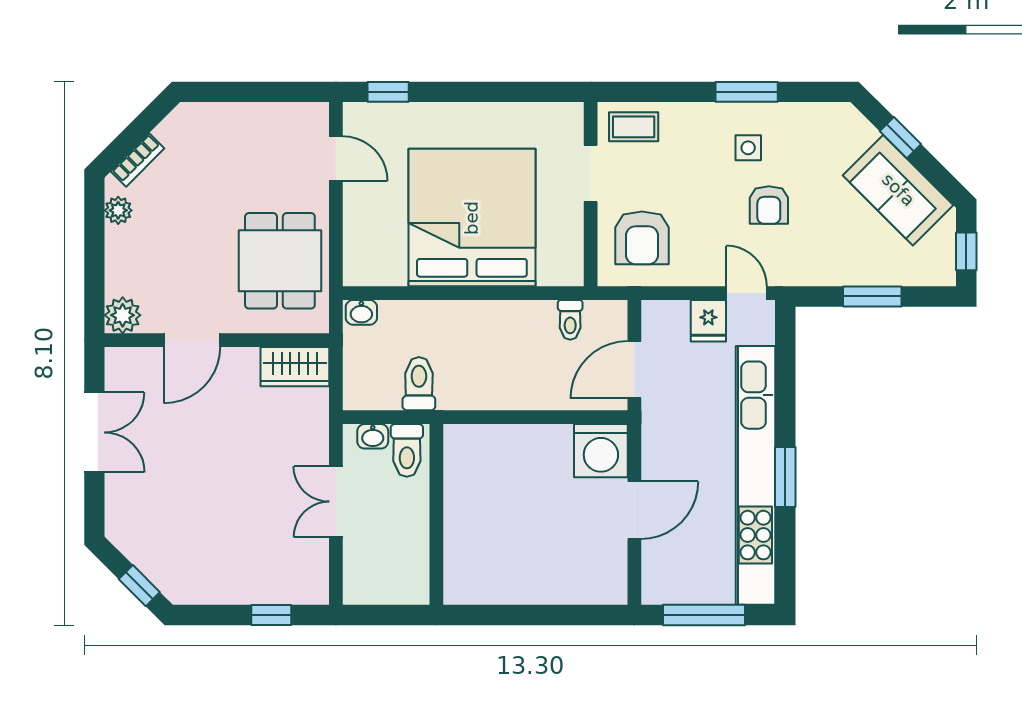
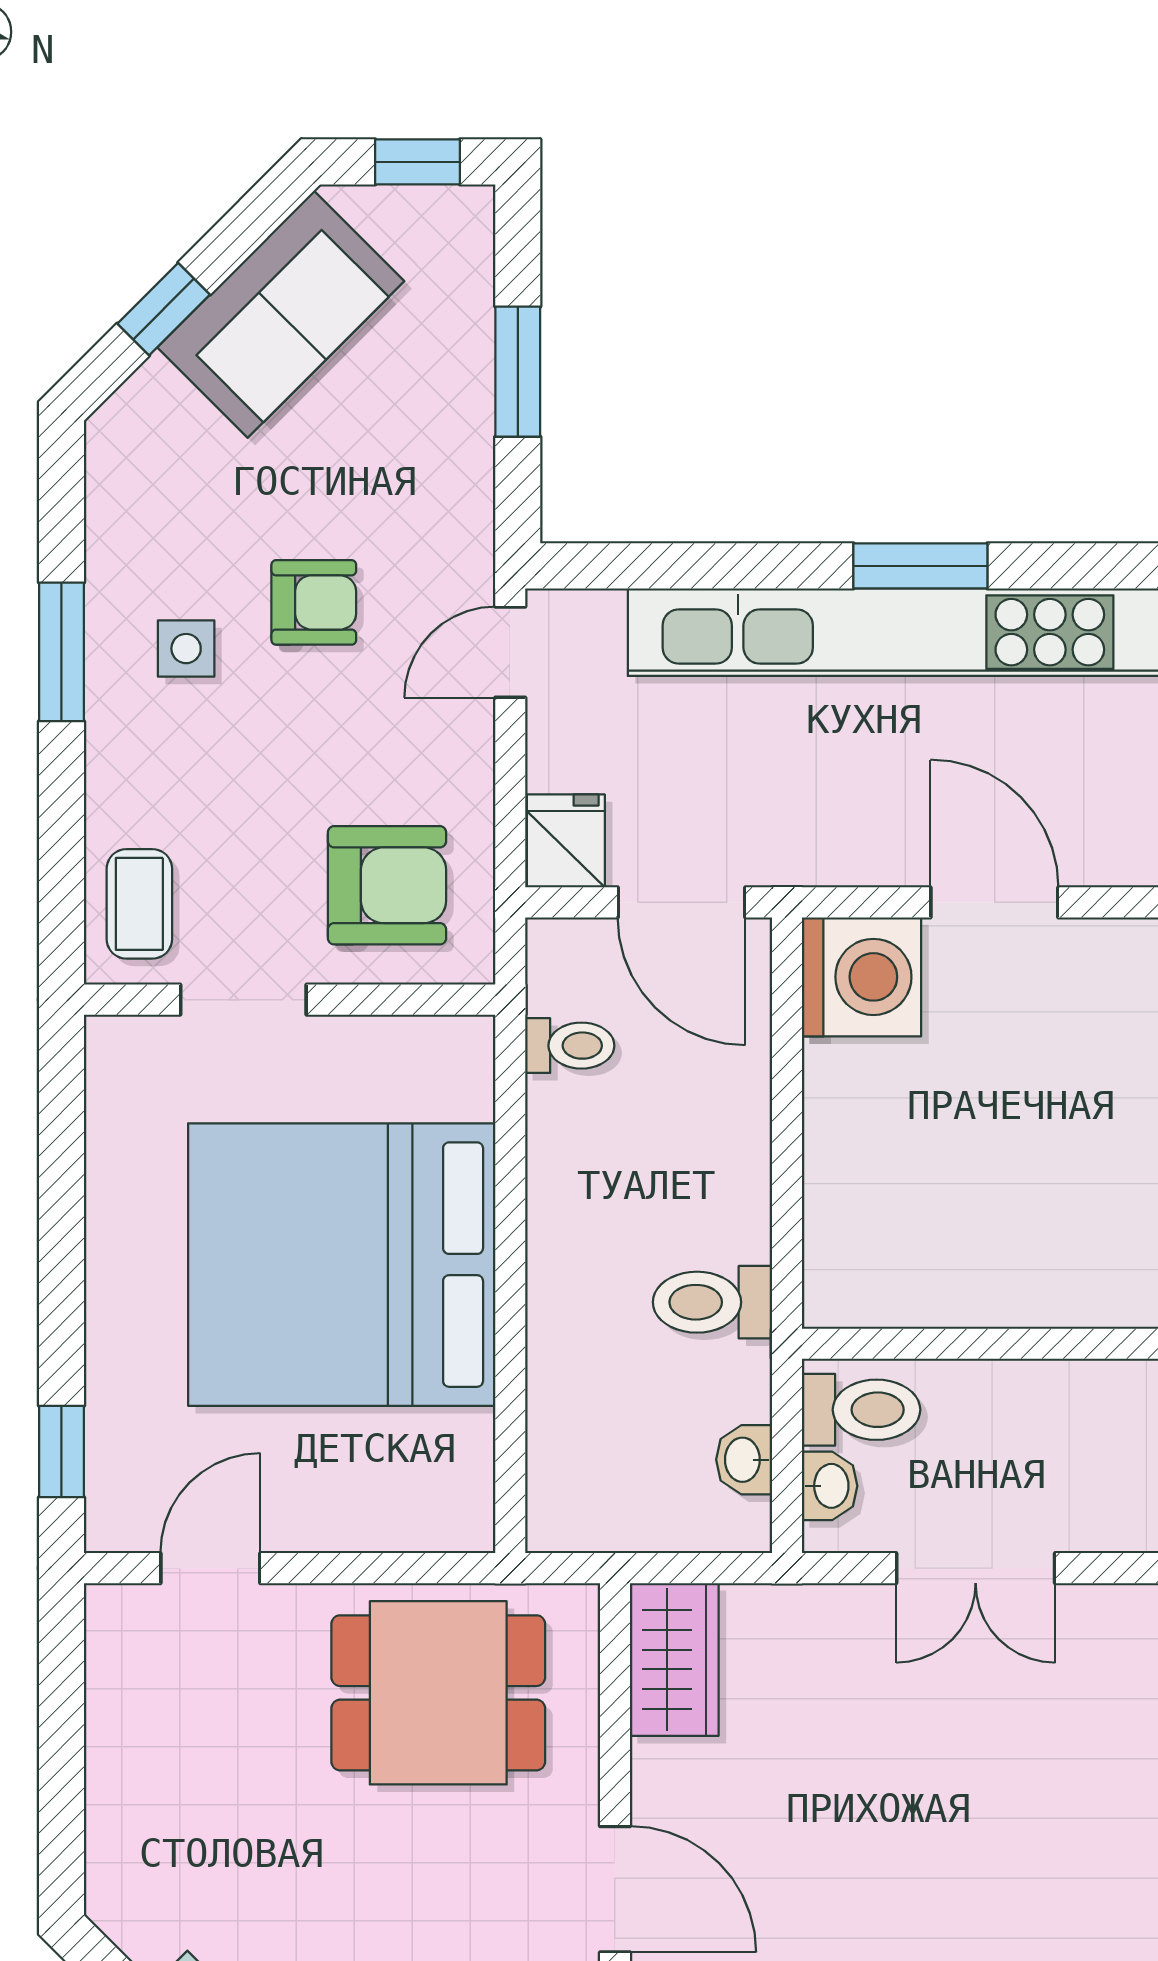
washbasin: (361, 312) -> (744, 1460), moved, turned 180
fridge: (708, 321) -> (566, 841), moved, turned -90
toilet: (419, 384) -> (712, 1302), moved

